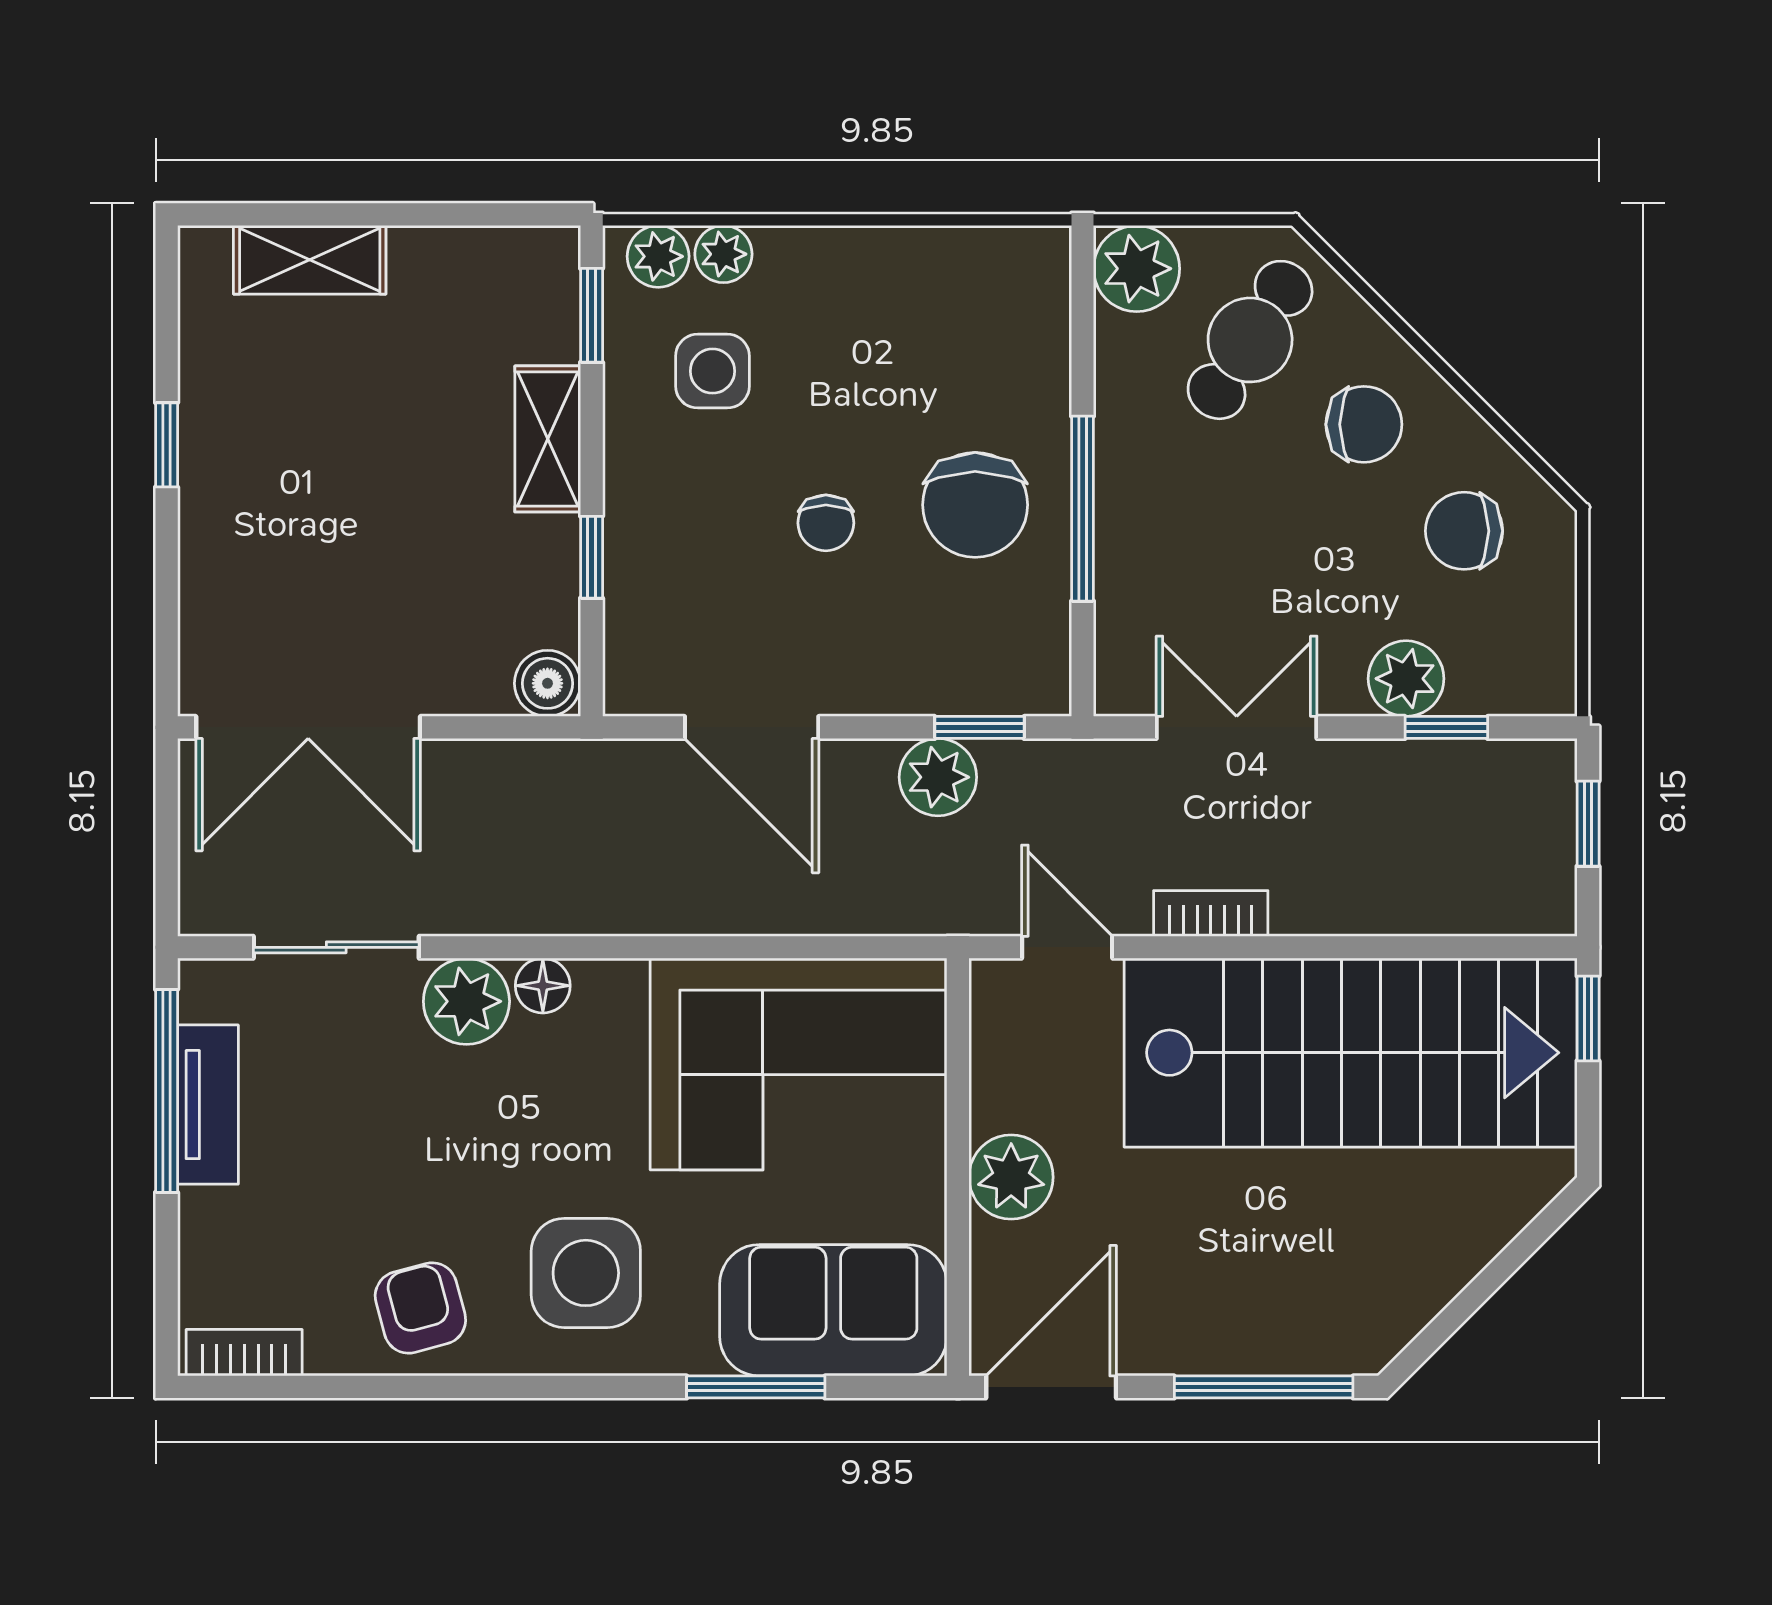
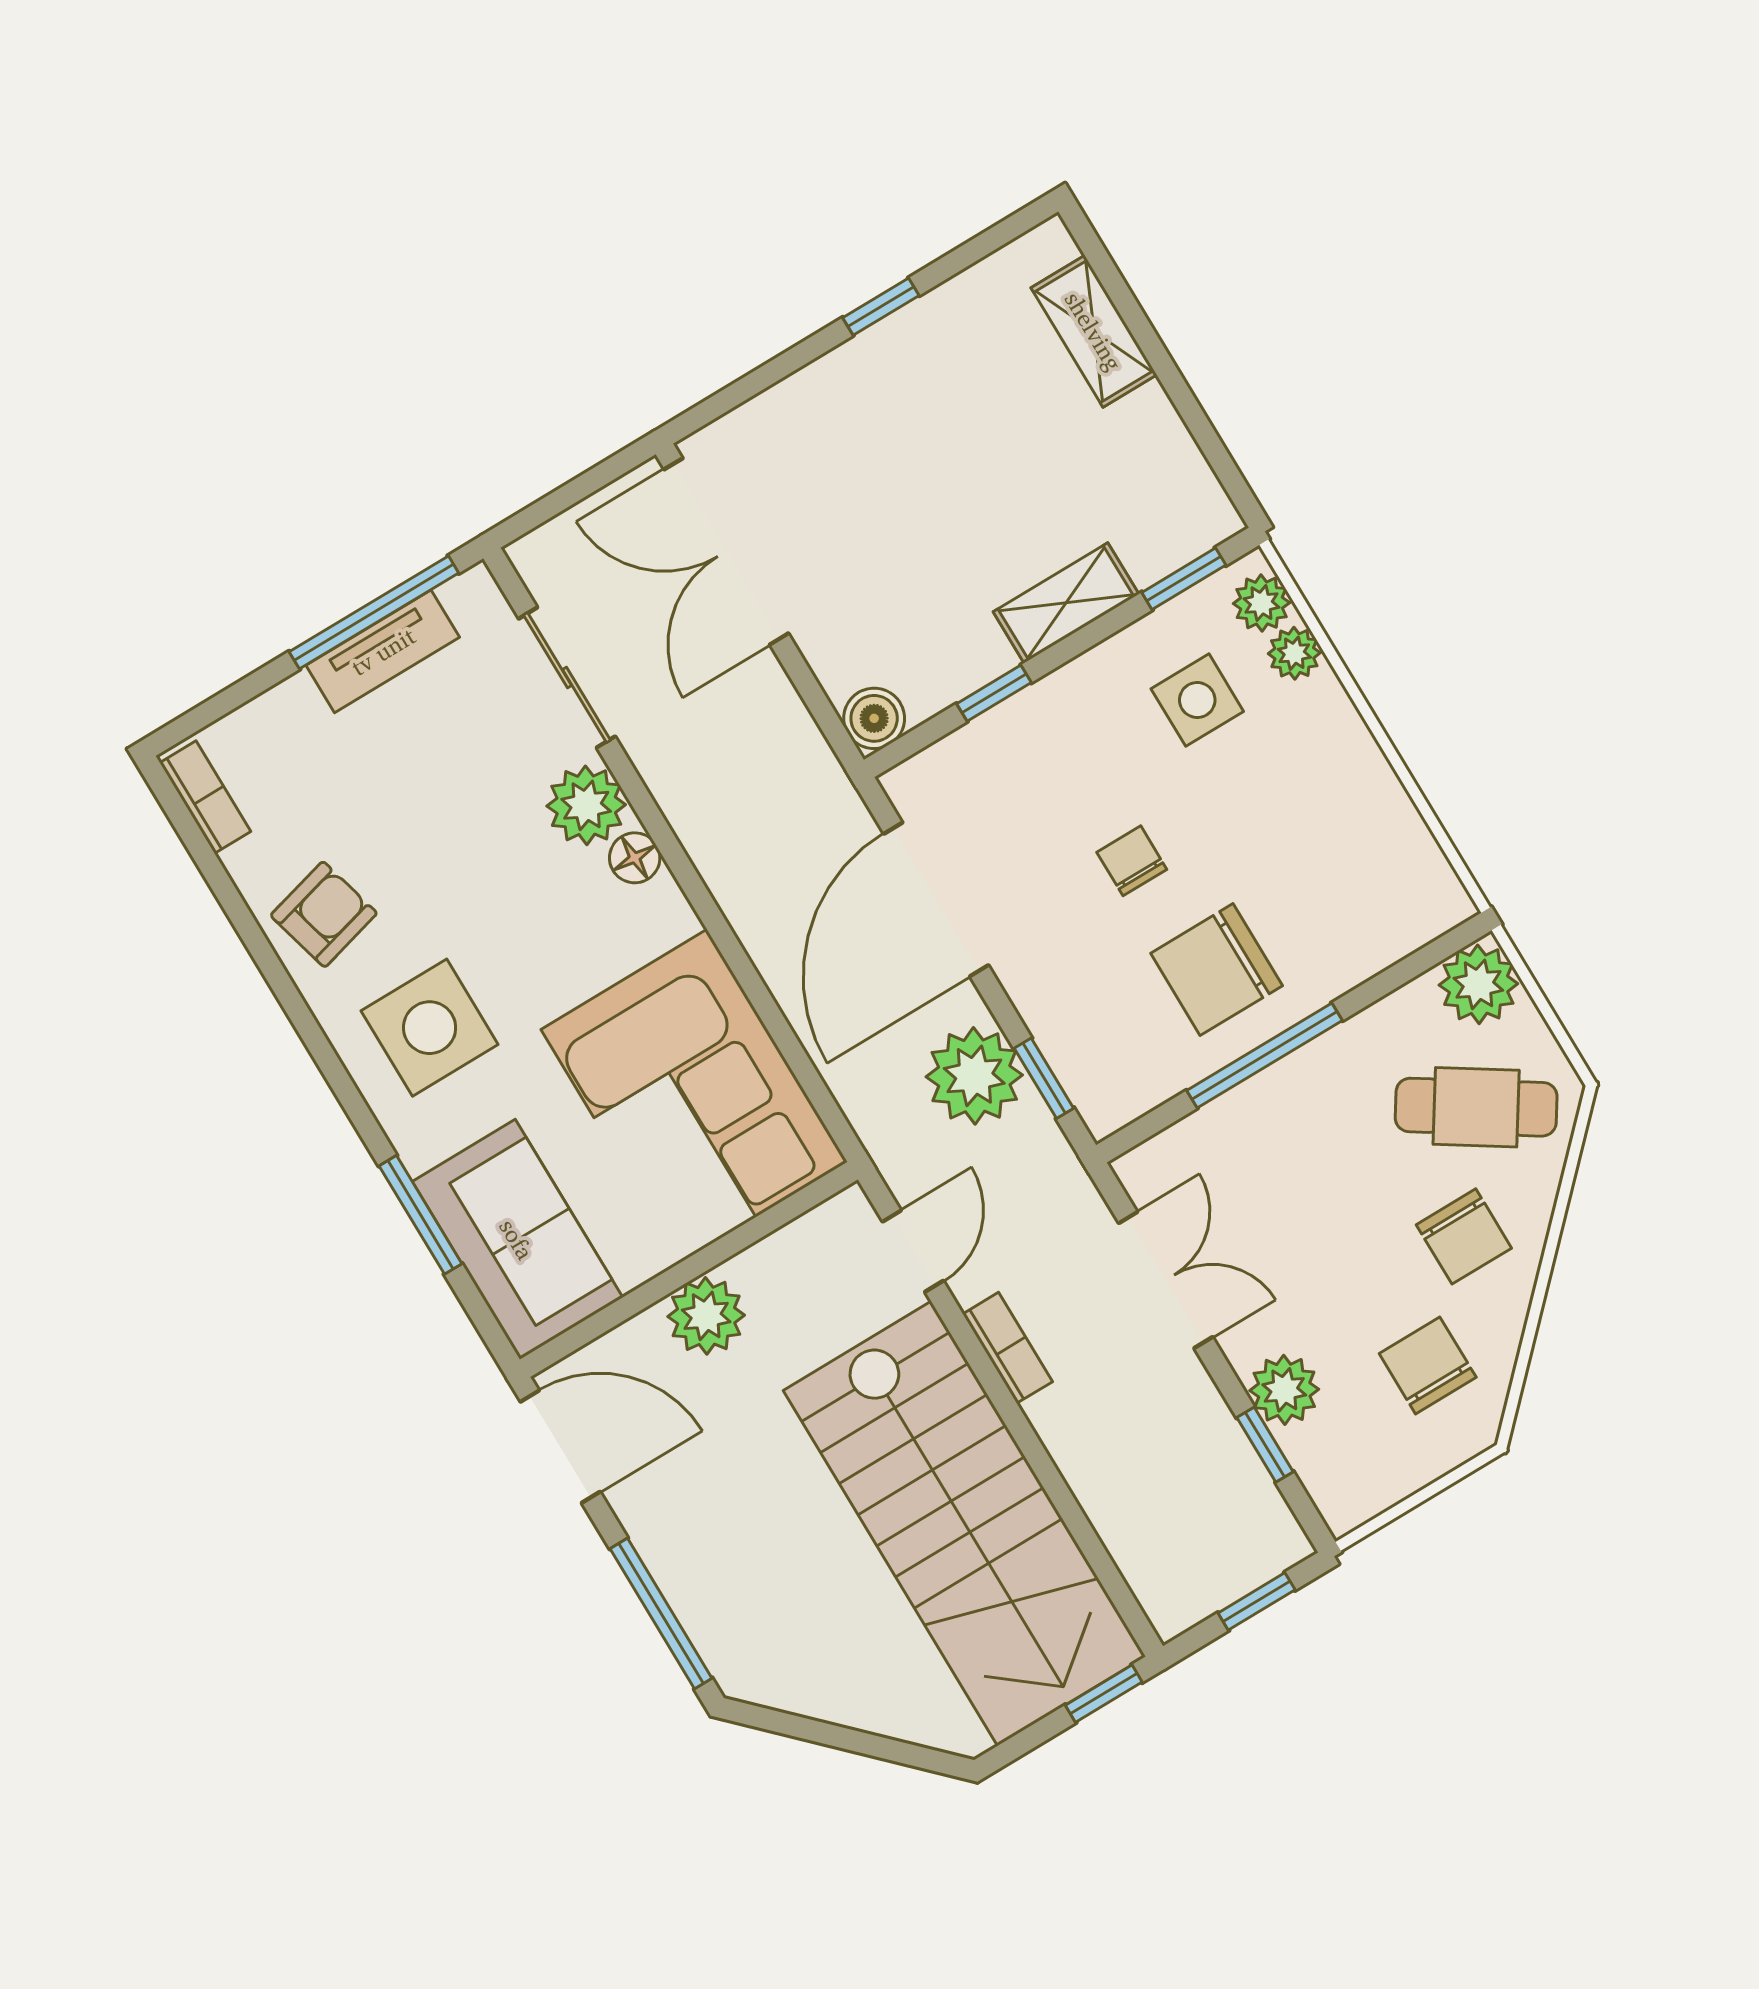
chair: (826, 523) -> (1132, 861), turned 90
door: (752, 727) -> (936, 899), width x1.36
plant: (938, 777) -> (974, 1076), width x1.36, depth x1.36

